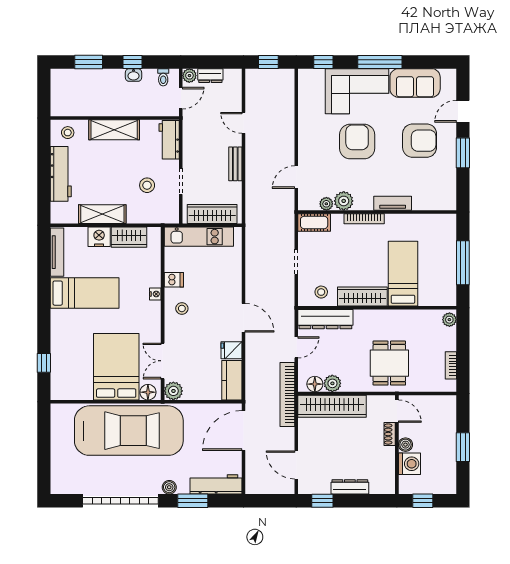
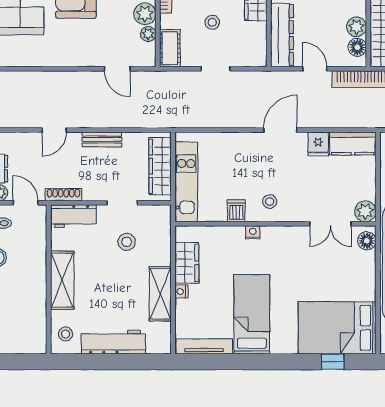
shoe rack: (188, 131) -> (63, 195), added
nightstand: (99, 237) -> (181, 292), width x0.53, depth x0.56
stool: (321, 292) -> (212, 22), moved
bed: (116, 367) -> (337, 328), moved

